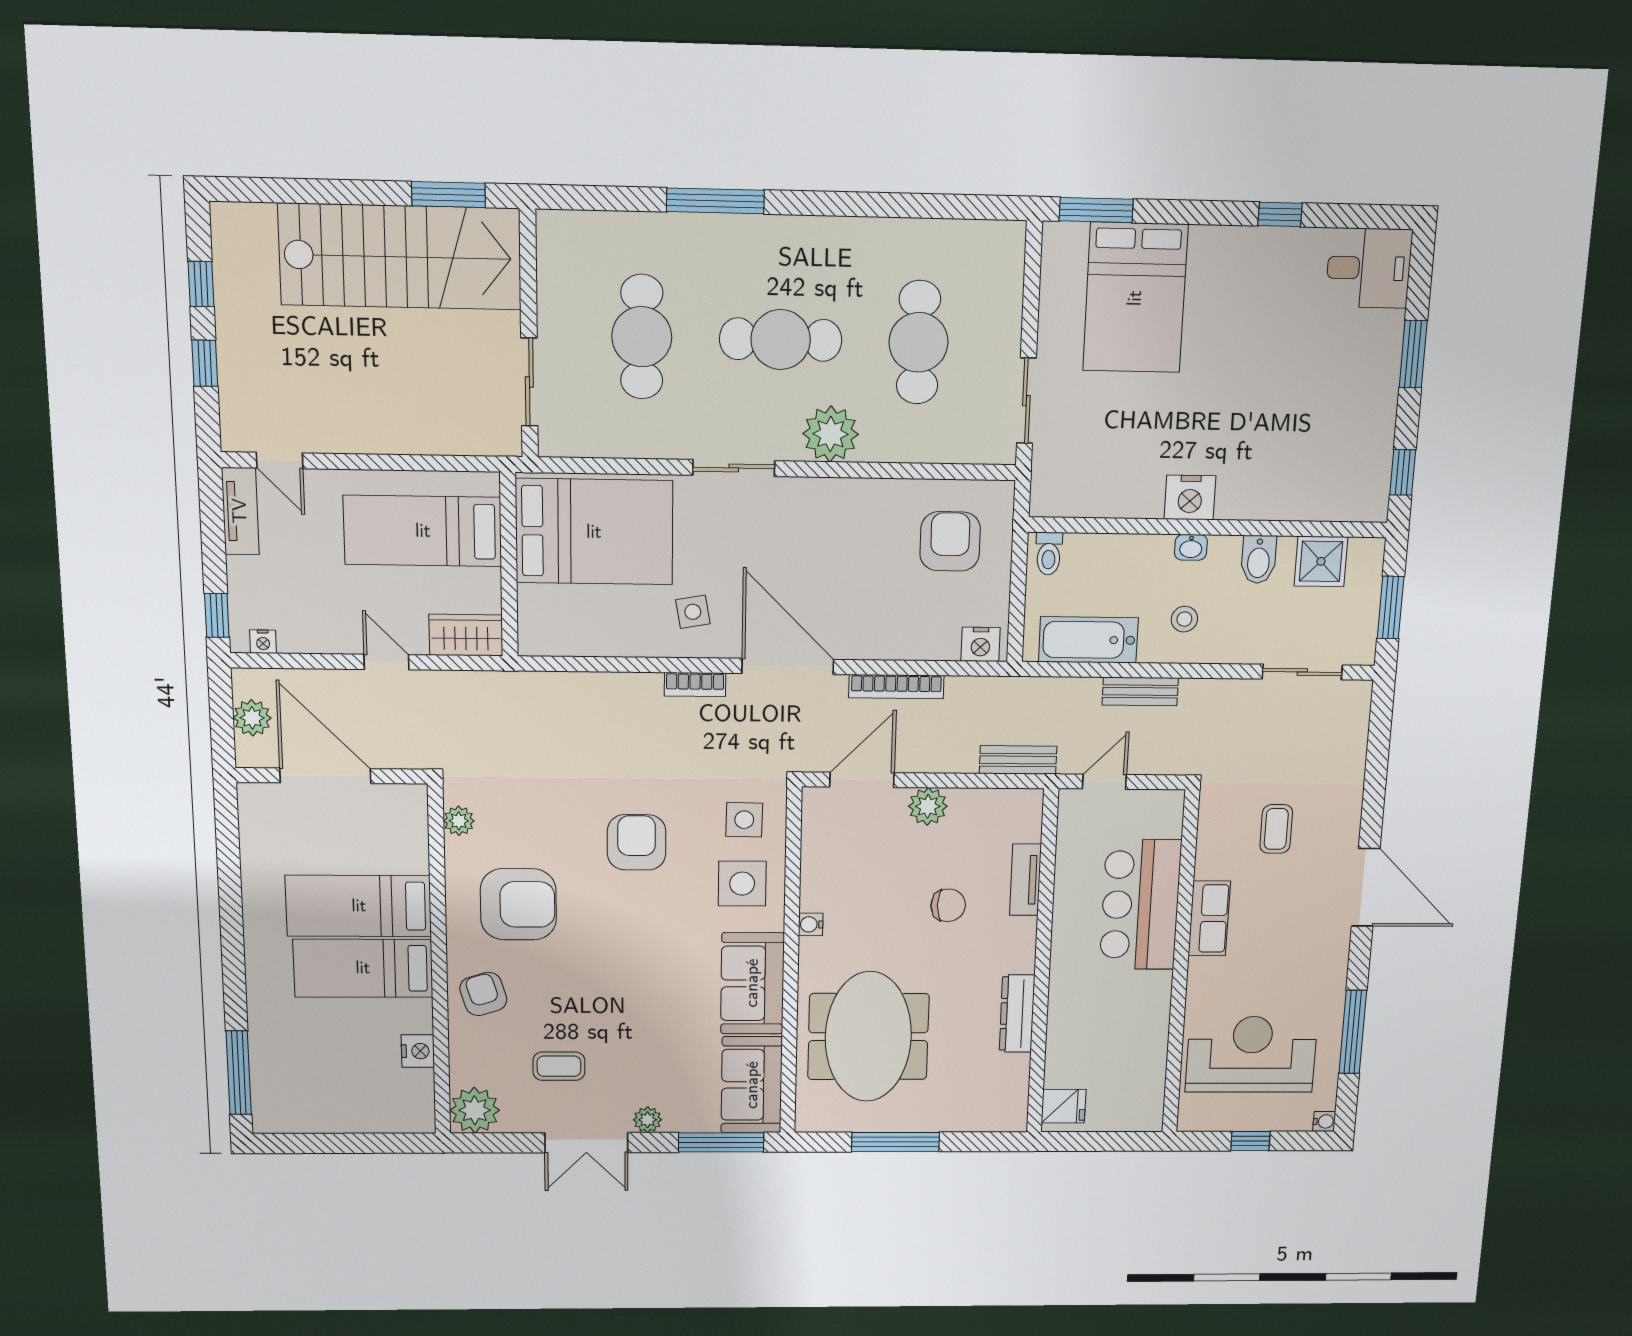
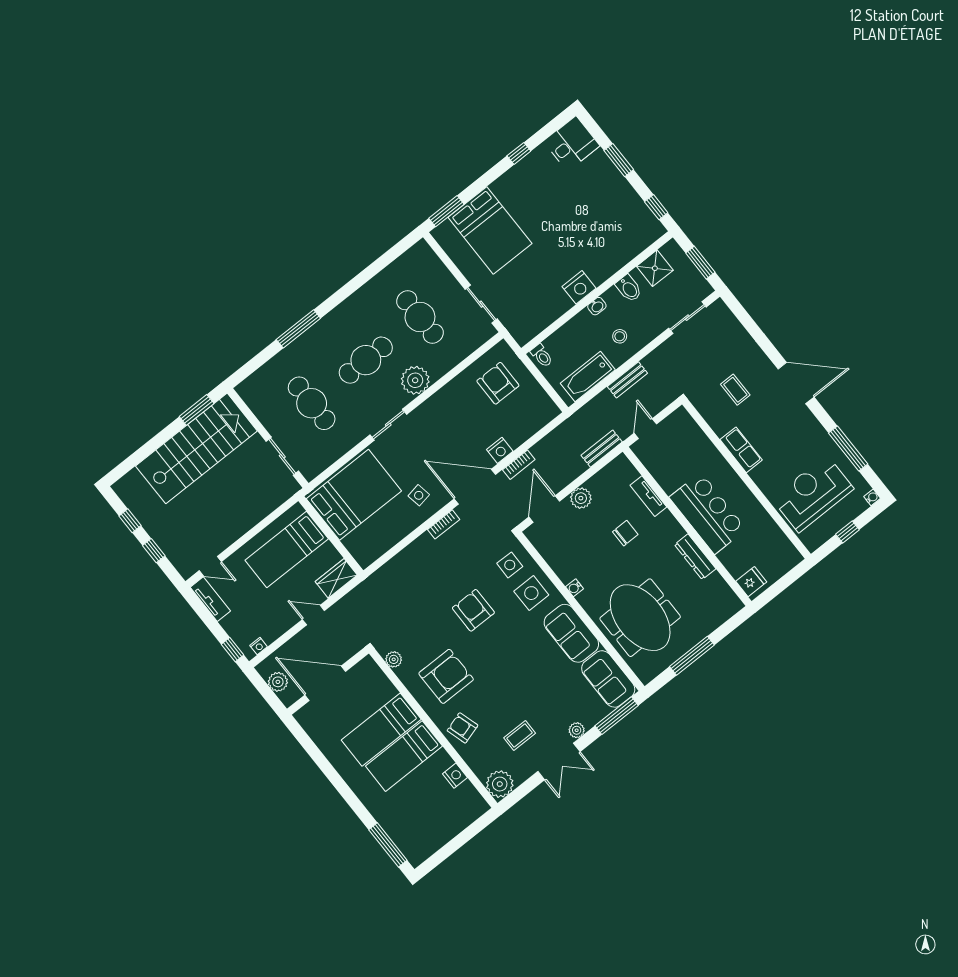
nightstand: (980, 644) -> (500, 450), moved
bookcase: (896, 687) -> (519, 465), width x0.64
bar counter: (1140, 905) -> (708, 513), moved, turned 180

